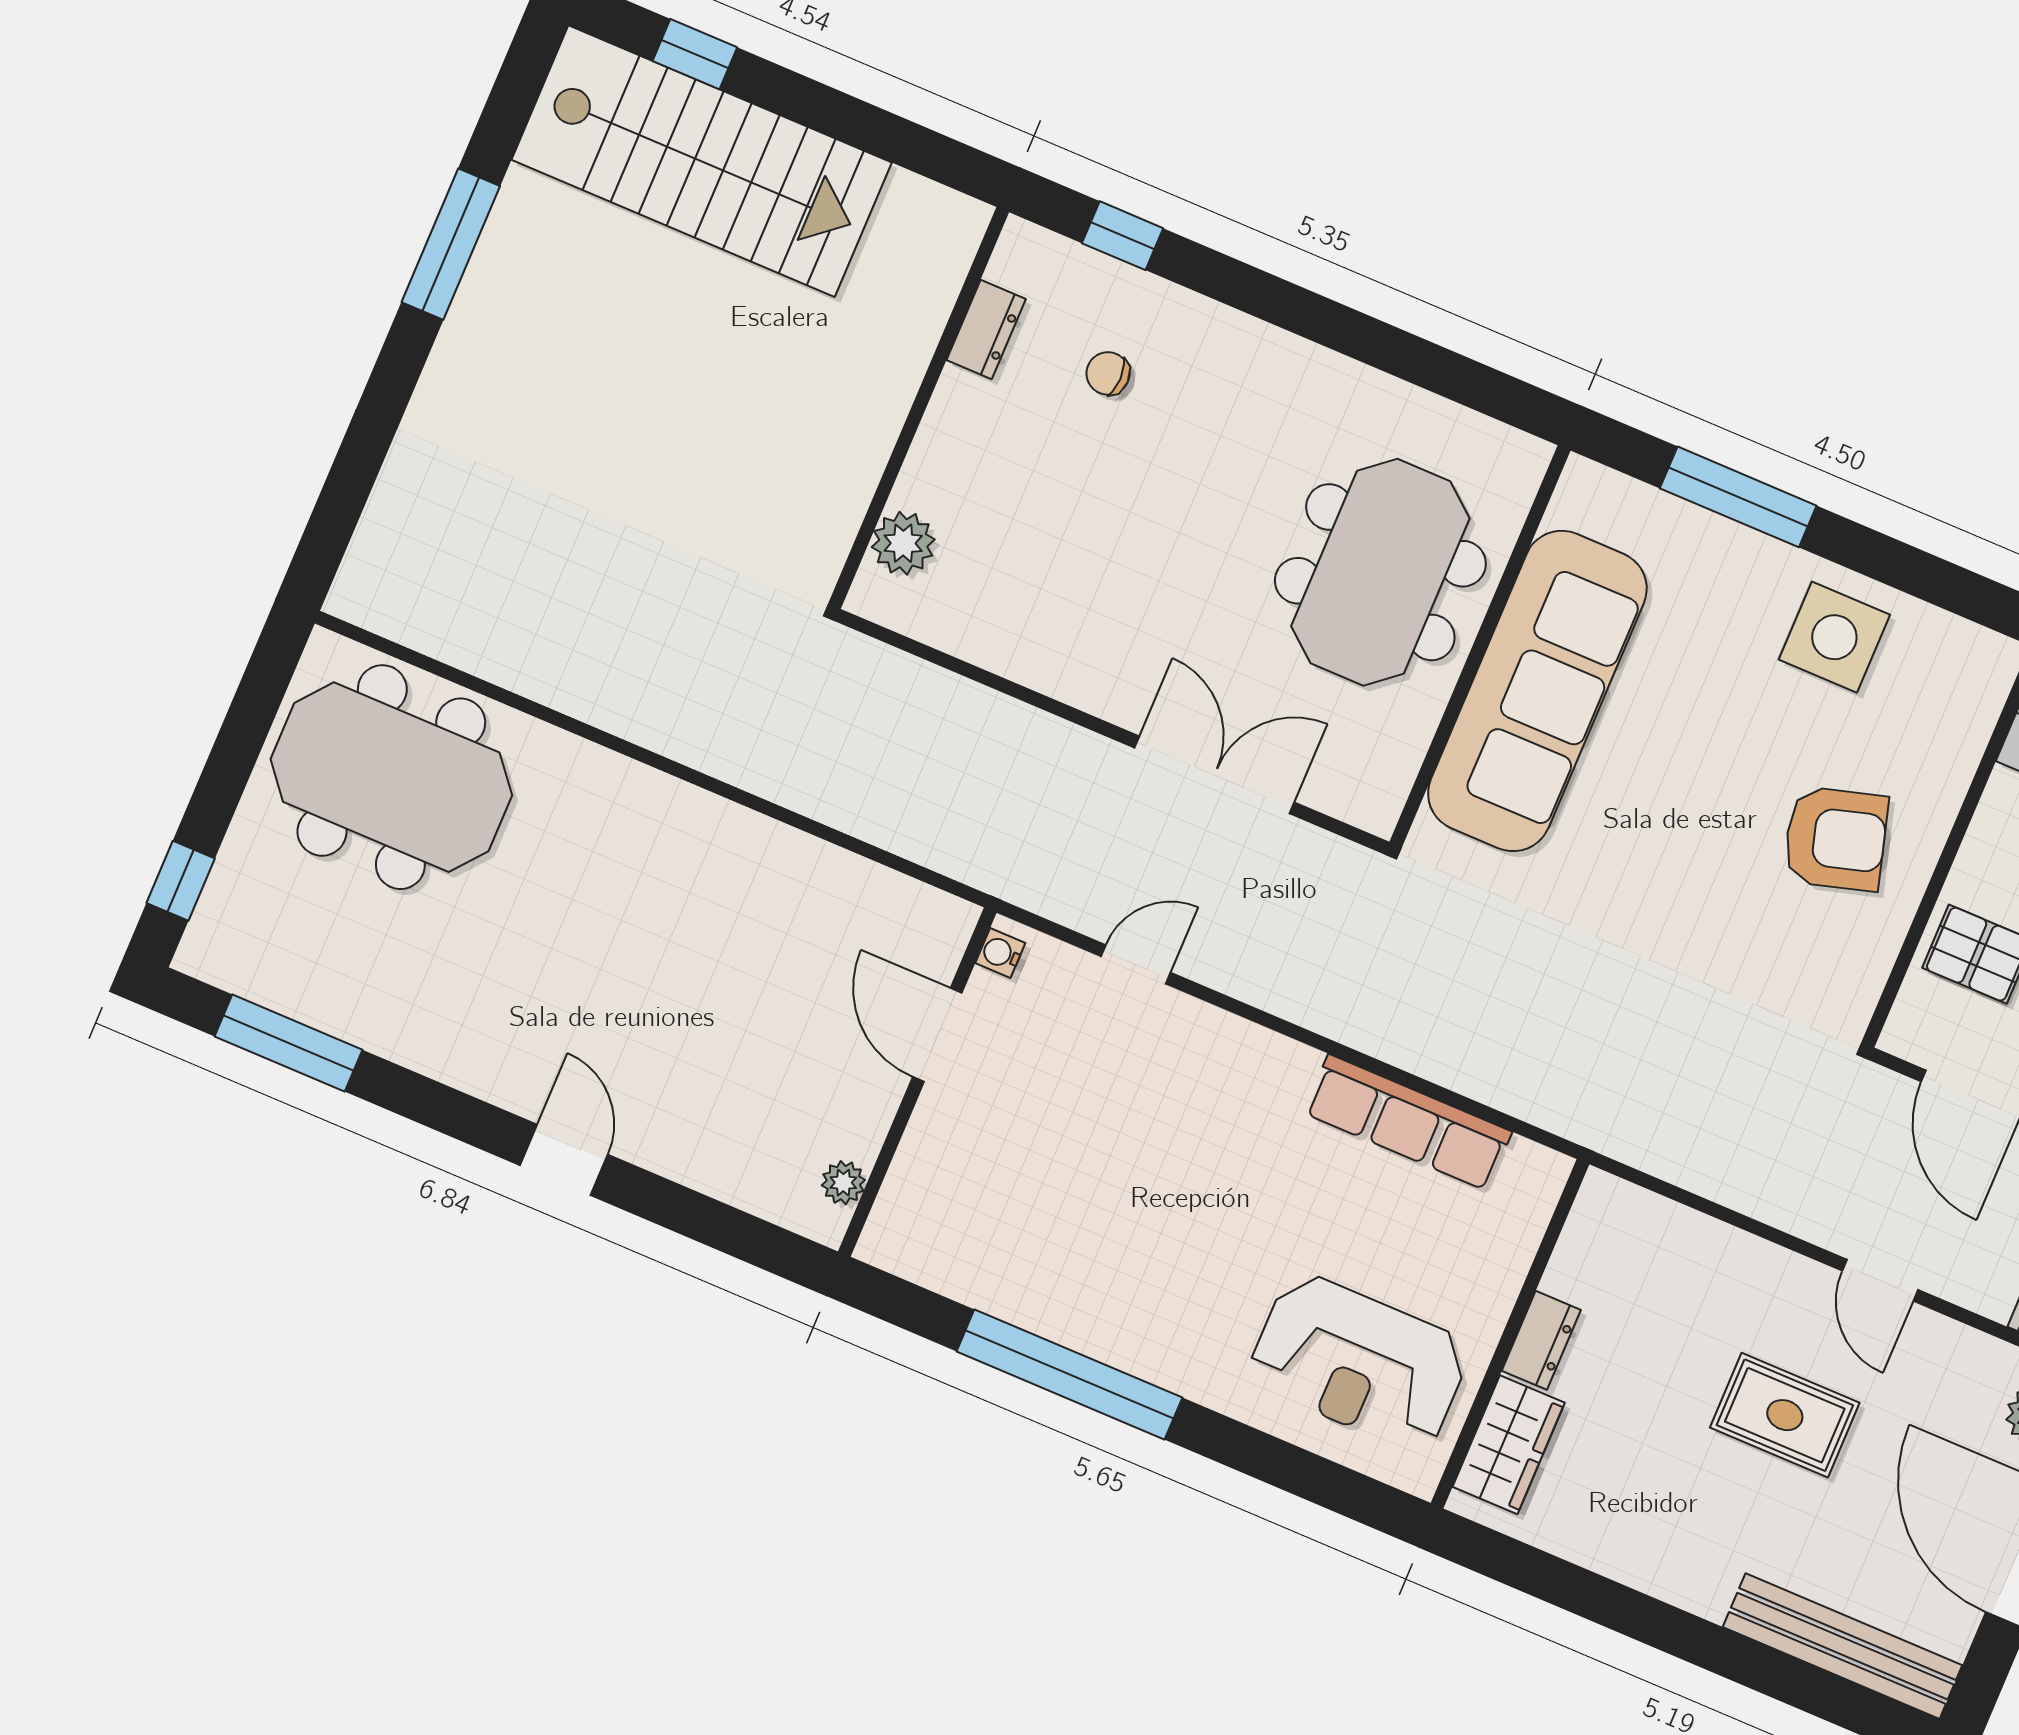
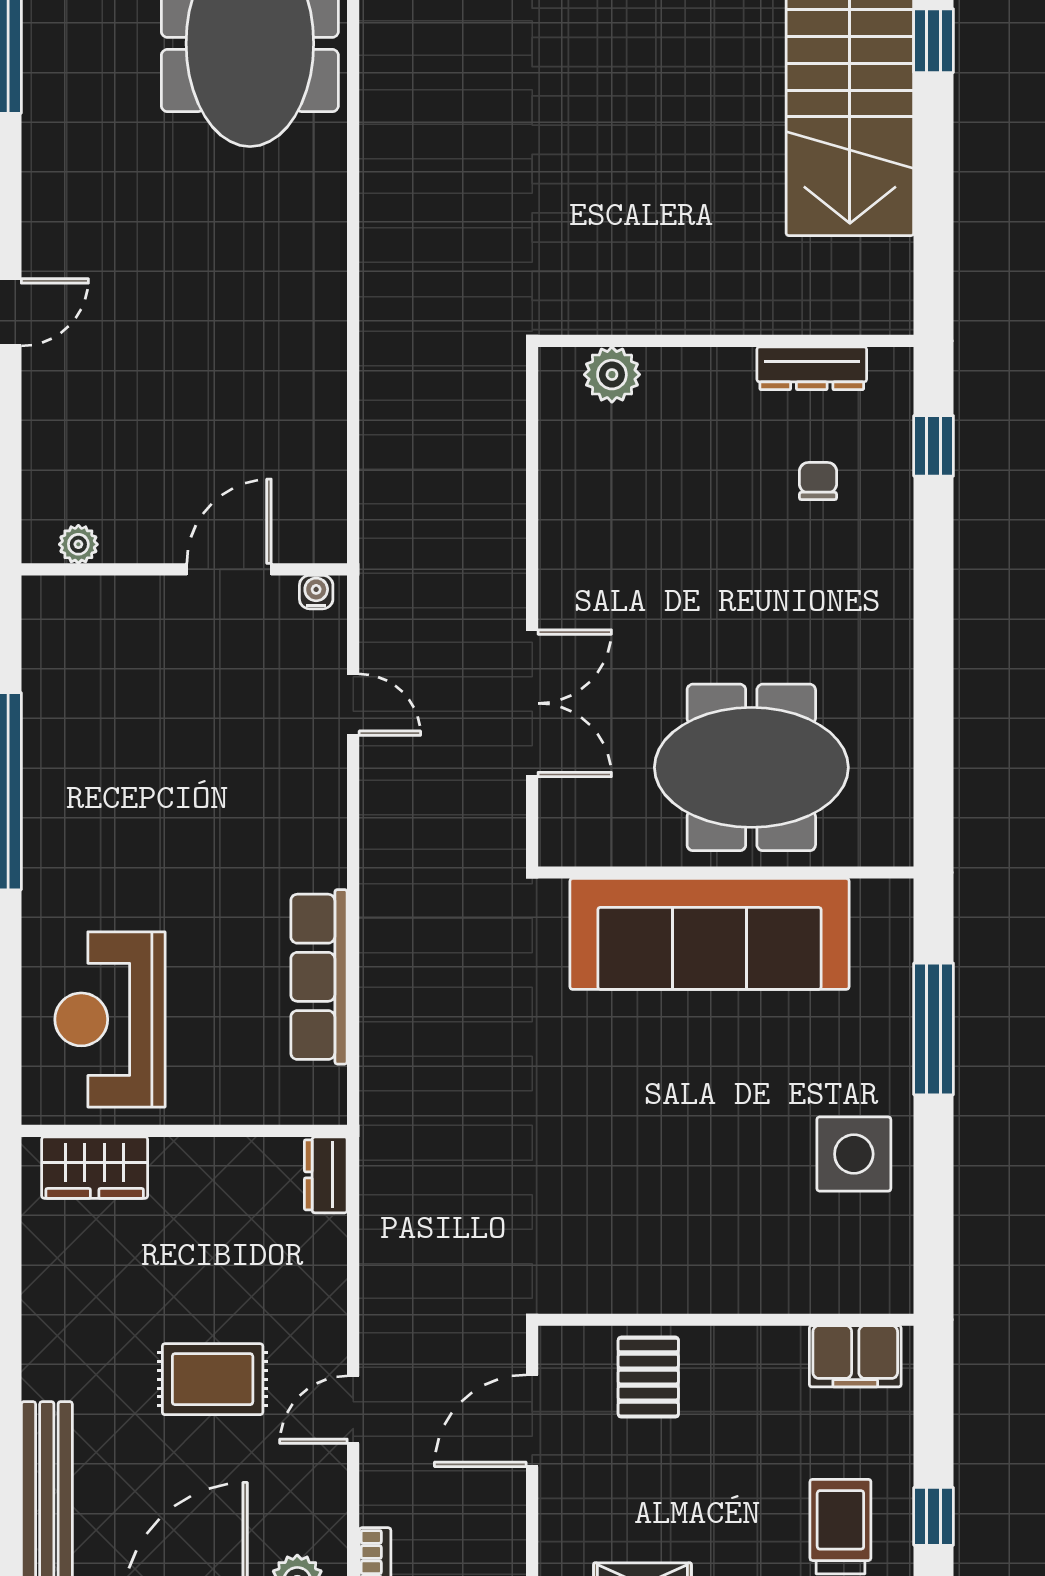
dresser: (986, 329) -> (812, 368), width x1.44
armchair: (1836, 839) -> (692, 1224), removed
dresser: (1541, 1340) -> (326, 1175), moved, turned 90
rug: (1785, 1415) -> (213, 1379), turned 90

